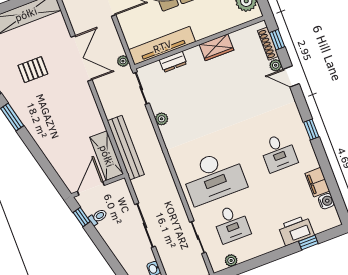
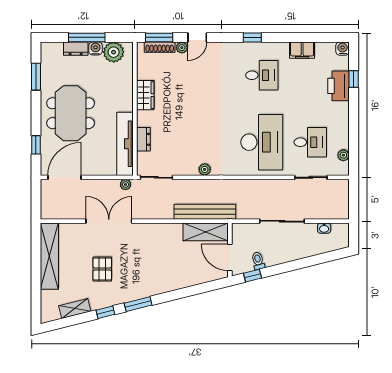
window: (277, 40) -> (159, 37), width x1.50
plant: (162, 119) -> (205, 169), moved
water cooler: (326, 201) -> (343, 49), moved

